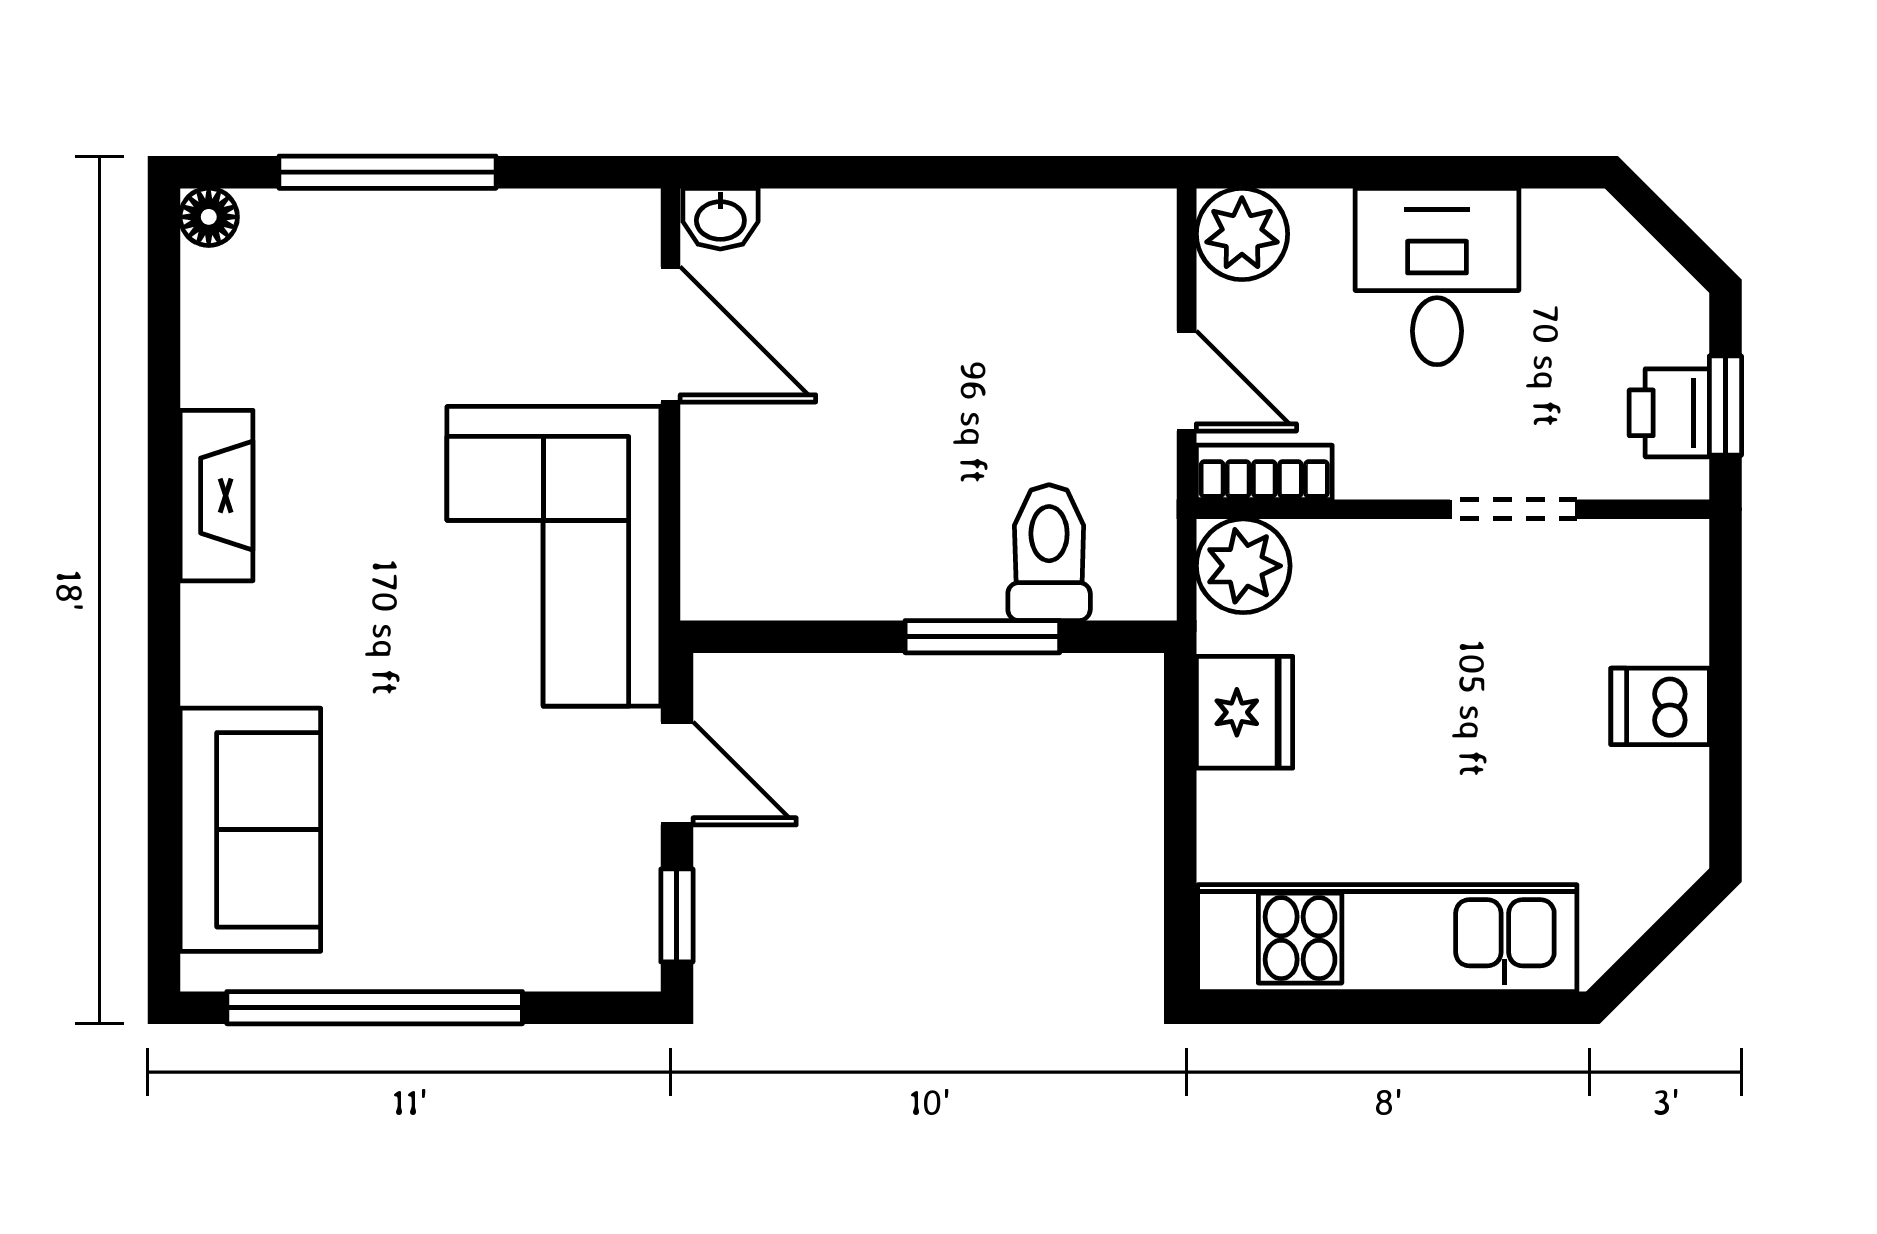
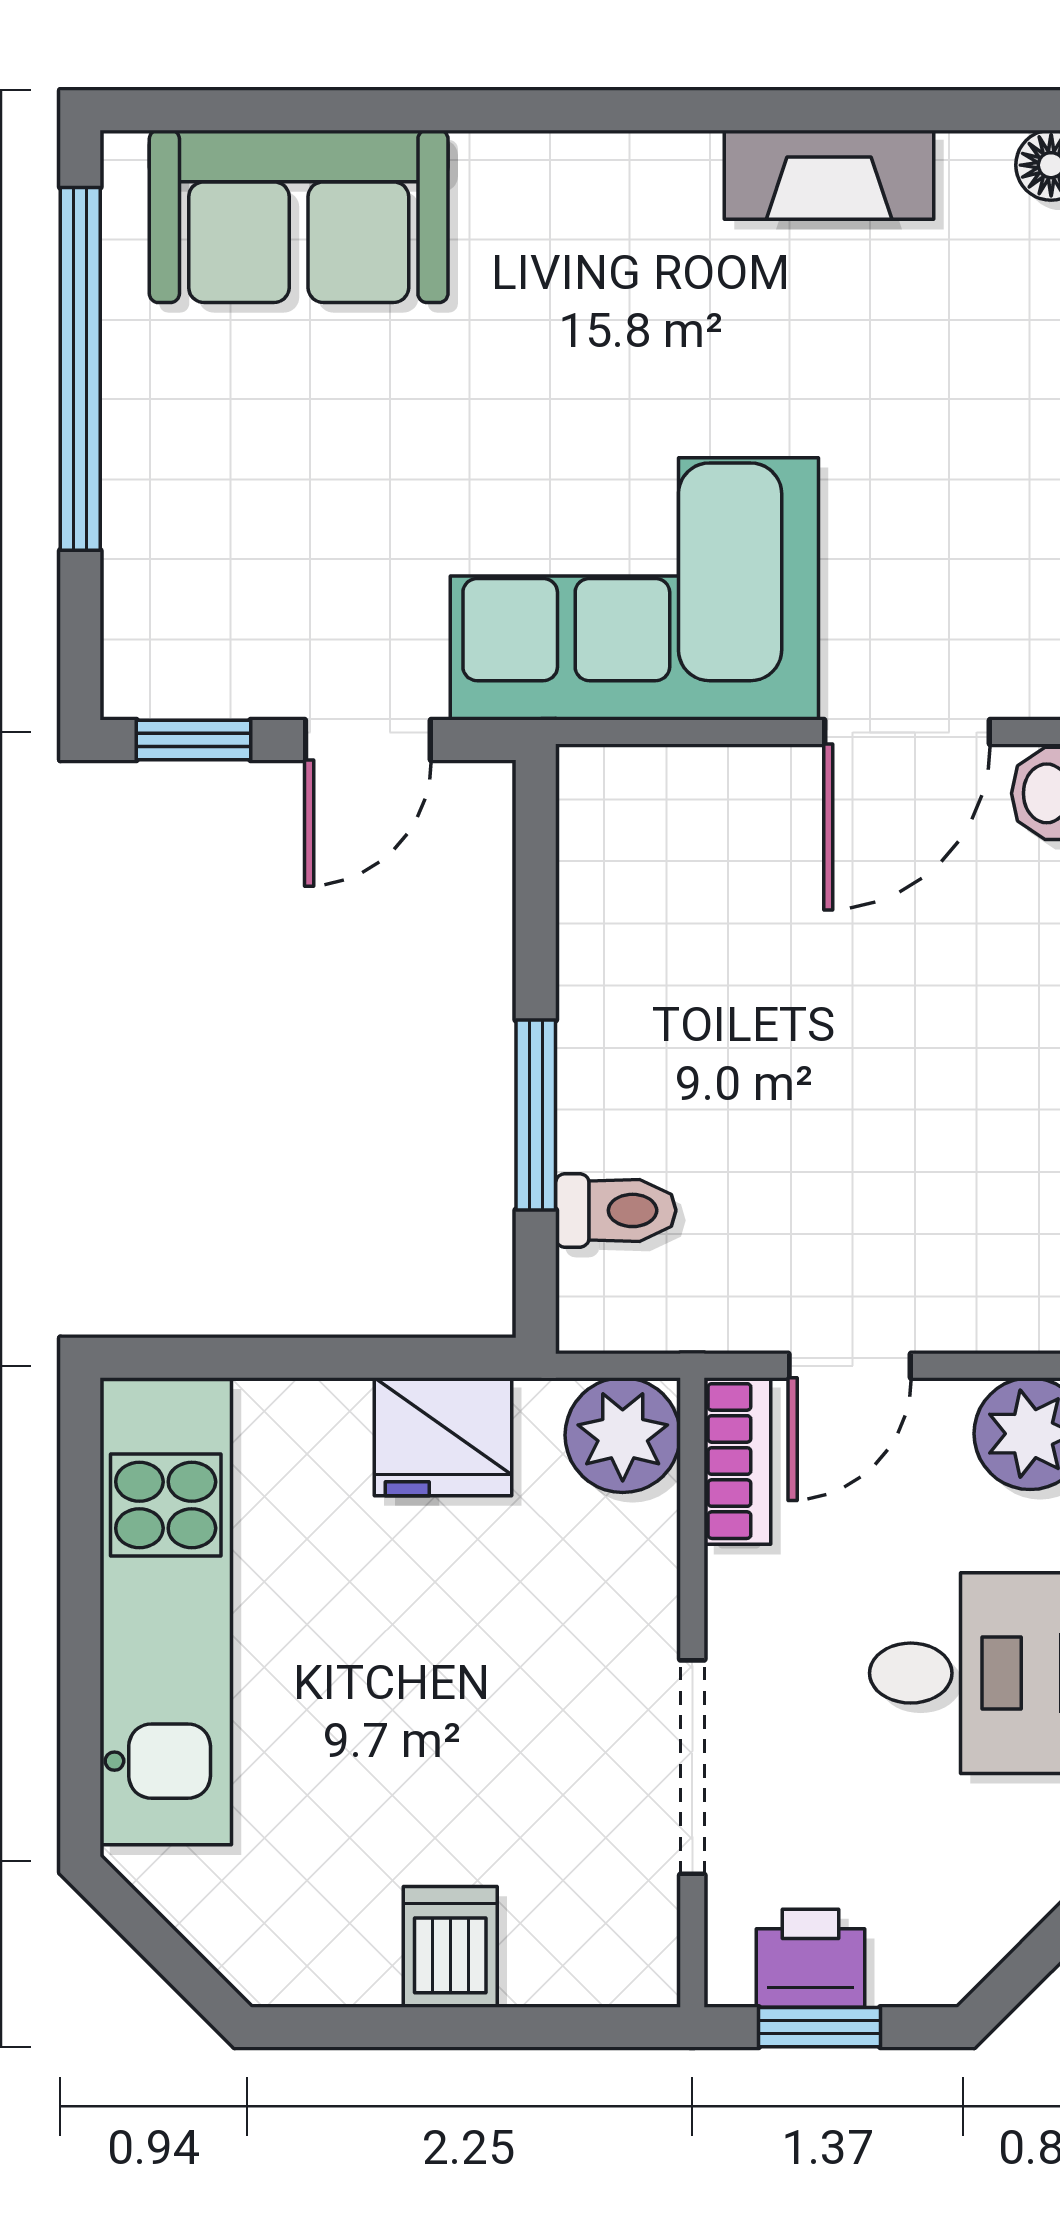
fireplace: (217, 496) -> (829, 175), moved
doorway: (1514, 509) -> (692, 1767), width x1.38
toilet: (1049, 553) -> (616, 1210), width x0.73, depth x0.72

